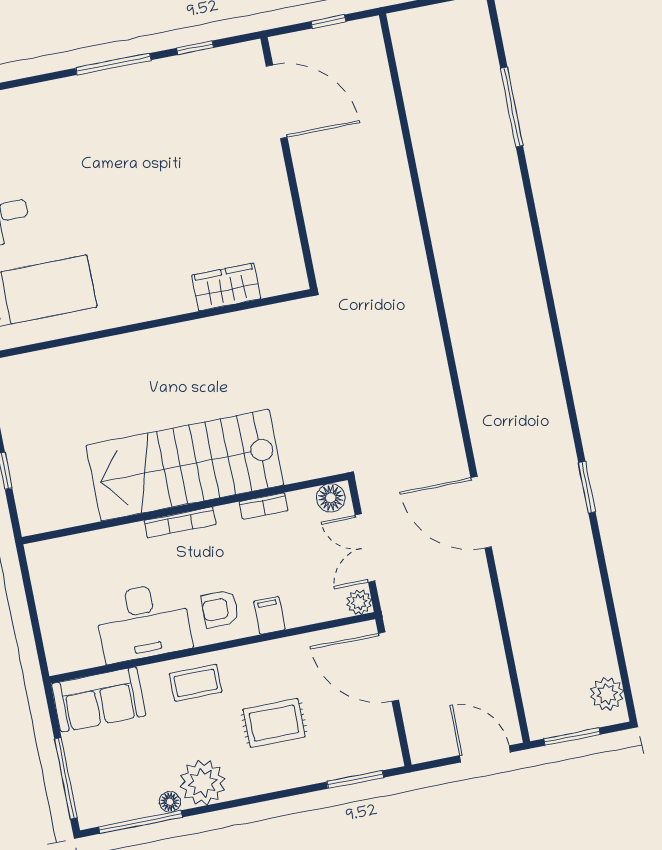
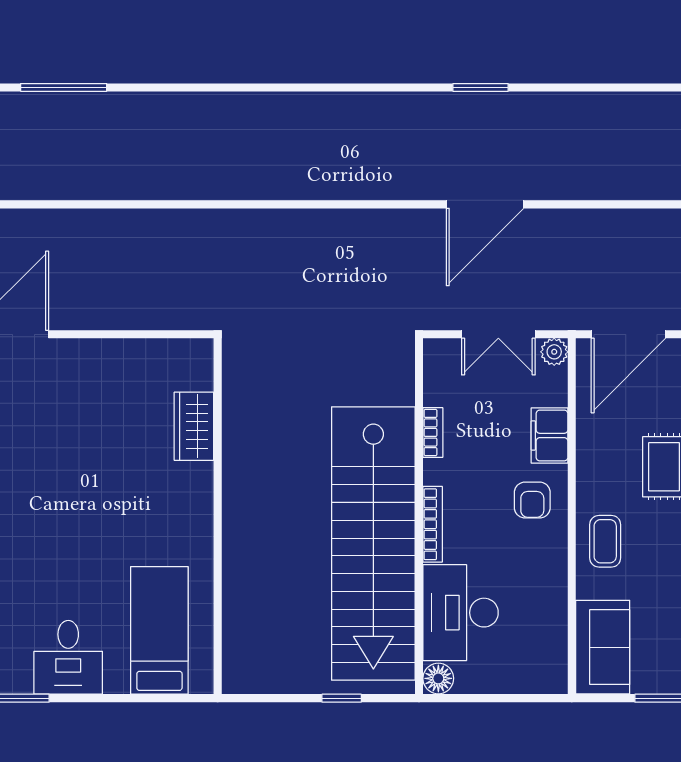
stairs: (185, 465) -> (373, 543), width x1.36
floor lamp: (331, 498) -> (438, 678), moved
filing cabinet: (269, 615) -> (549, 435), width x2.00
desk: (143, 622) -> (461, 613), moved, turned 180

